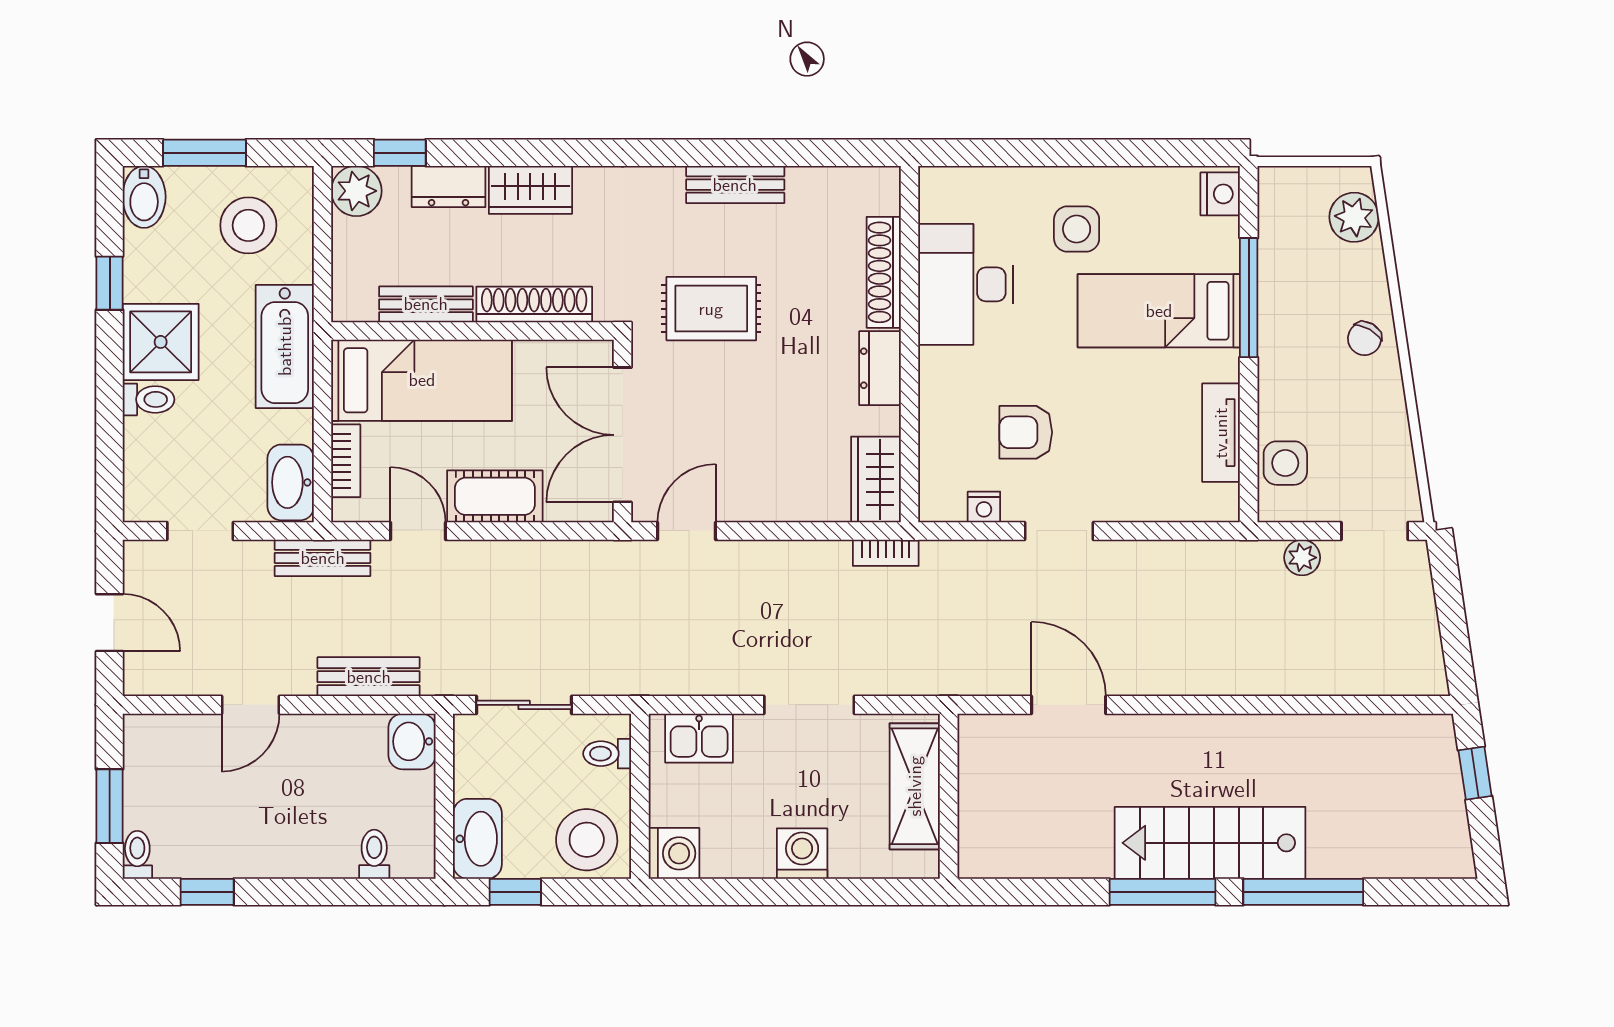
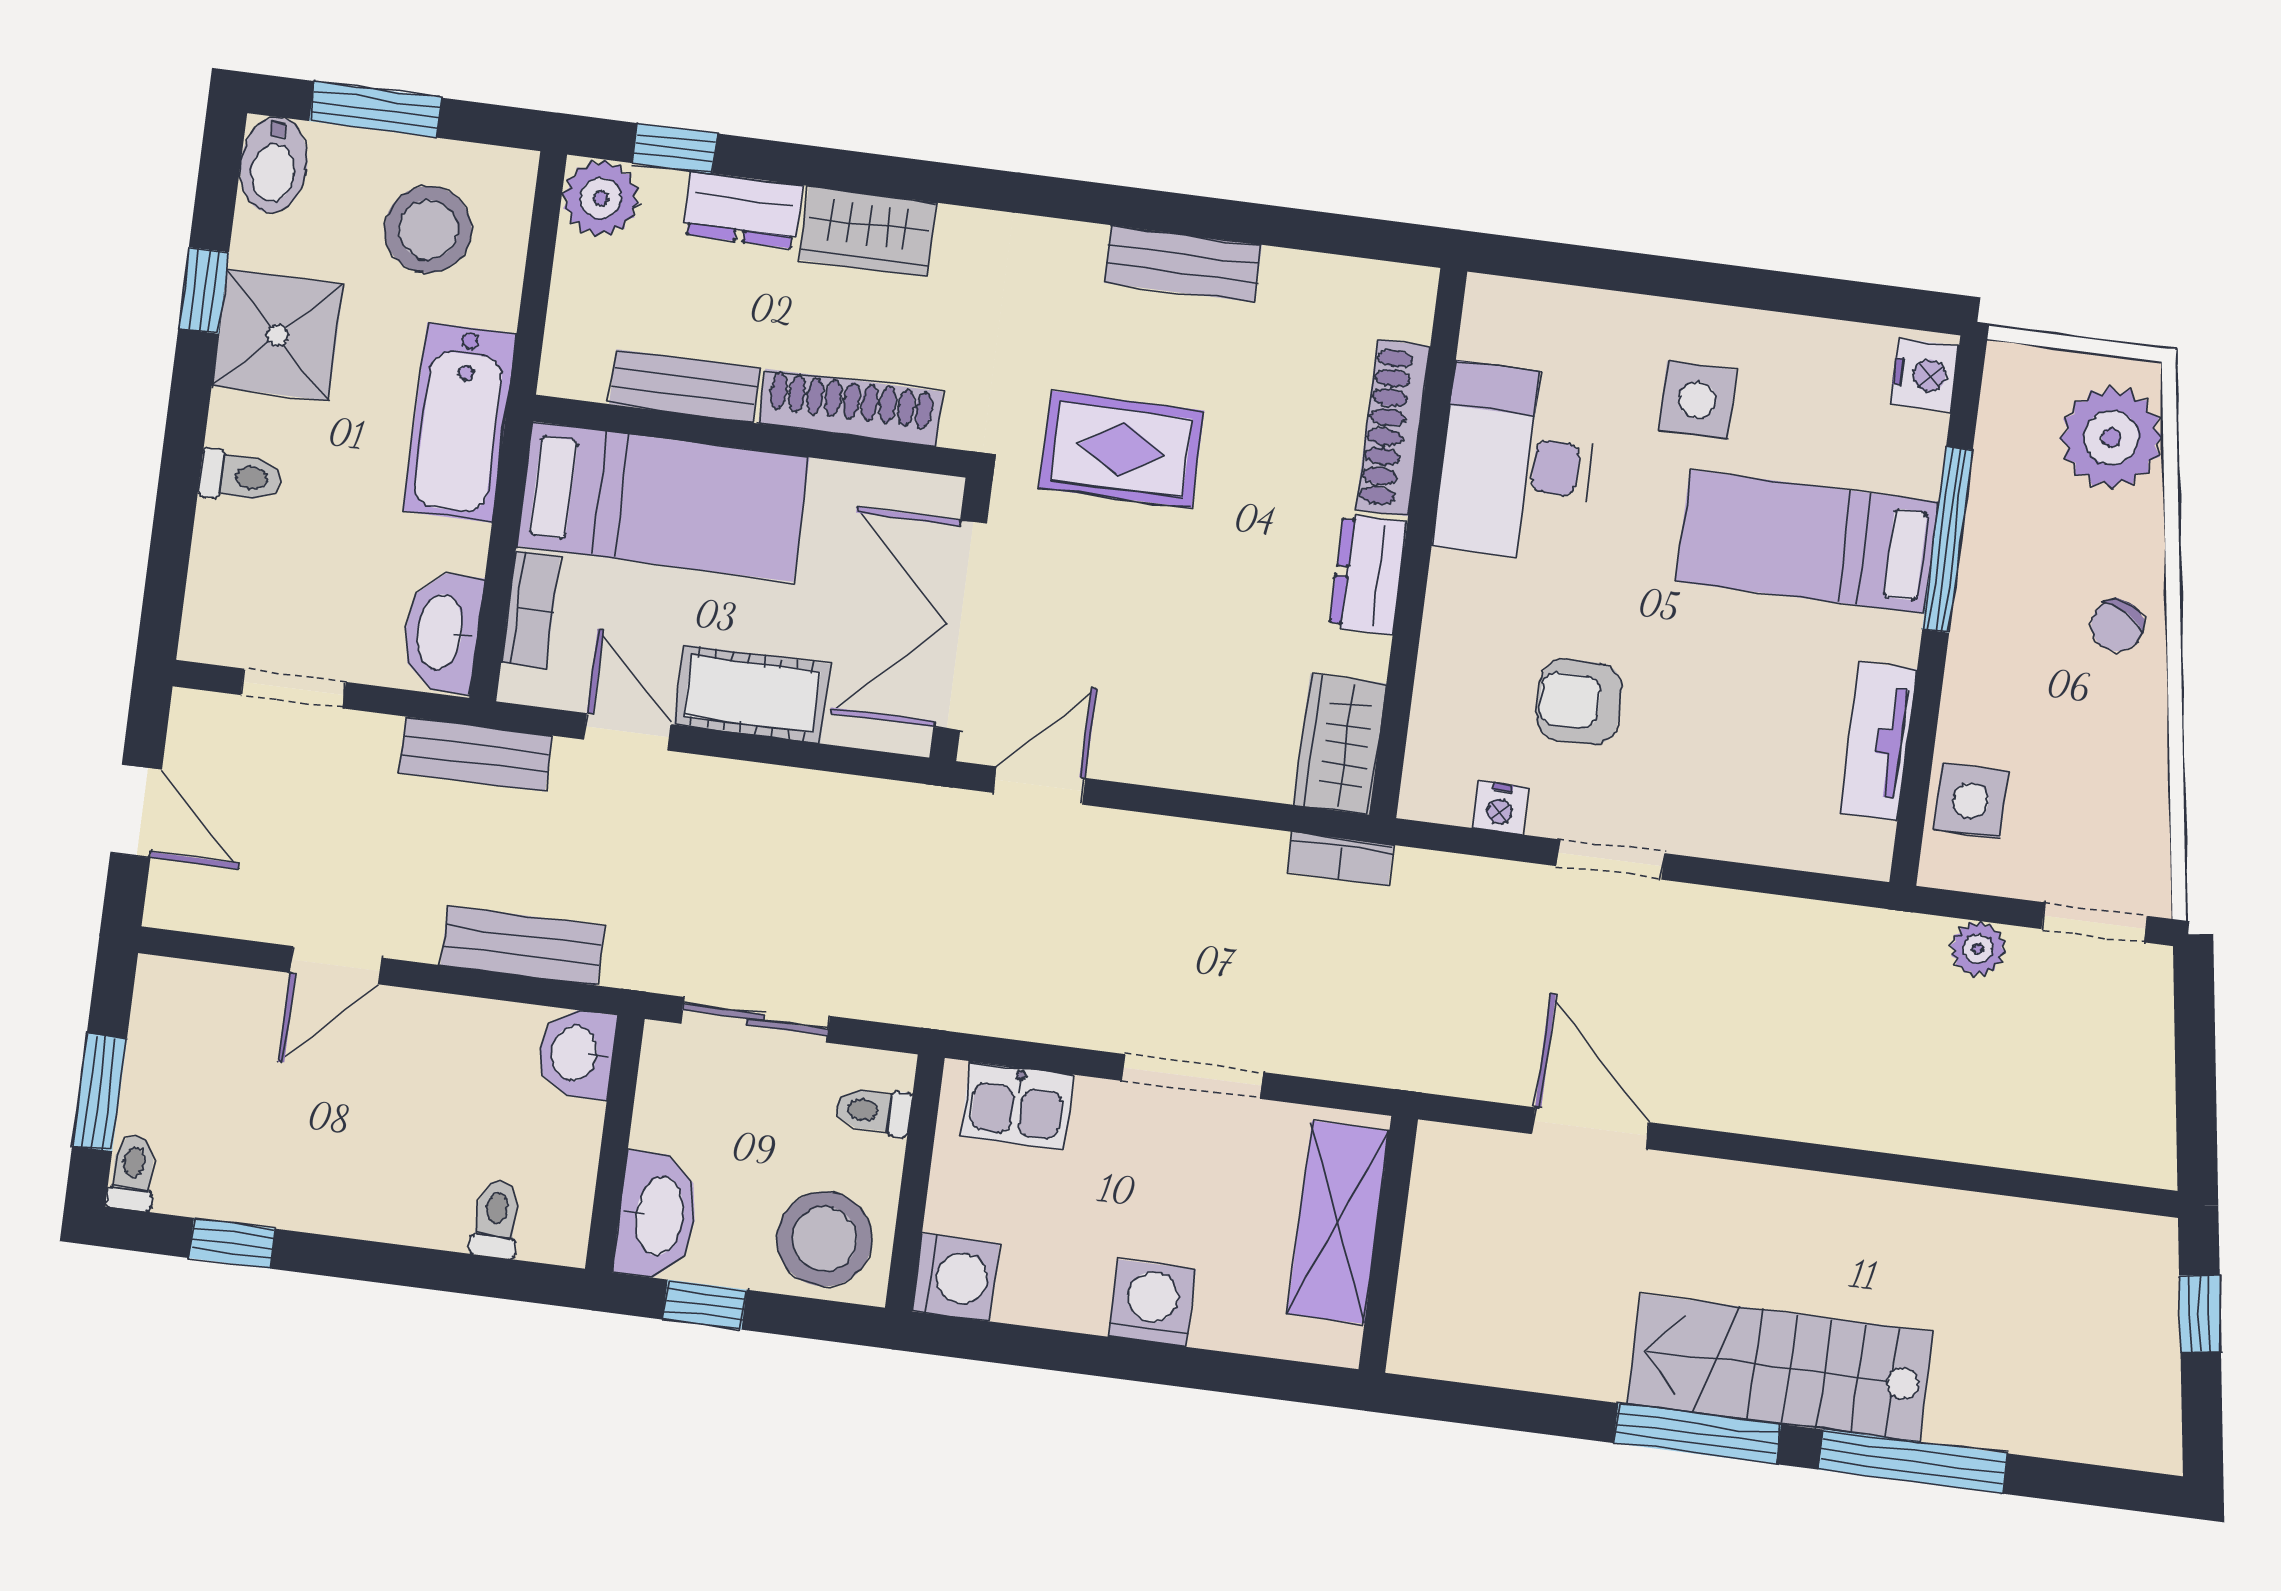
plant: (1354, 217) -> (2111, 438), width x1.36, depth x1.36
shower: (161, 342) -> (278, 335), moved

